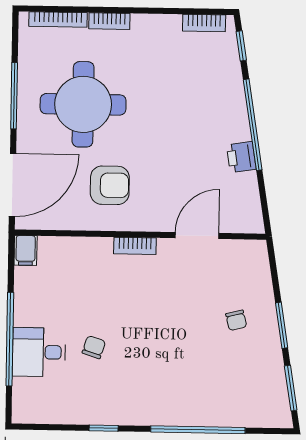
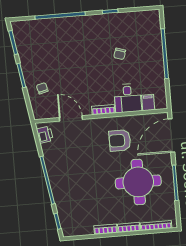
bookcase: (204, 23) -> (106, 229), moved
printer: (241, 157) -> (45, 135), moved
door: (197, 236) -> (71, 118), swing flipped
filing cabinet: (26, 250) -> (148, 103), moved
chair: (236, 320) -> (42, 88), moved
desk: (39, 352) -> (128, 98), moved, turned 90

